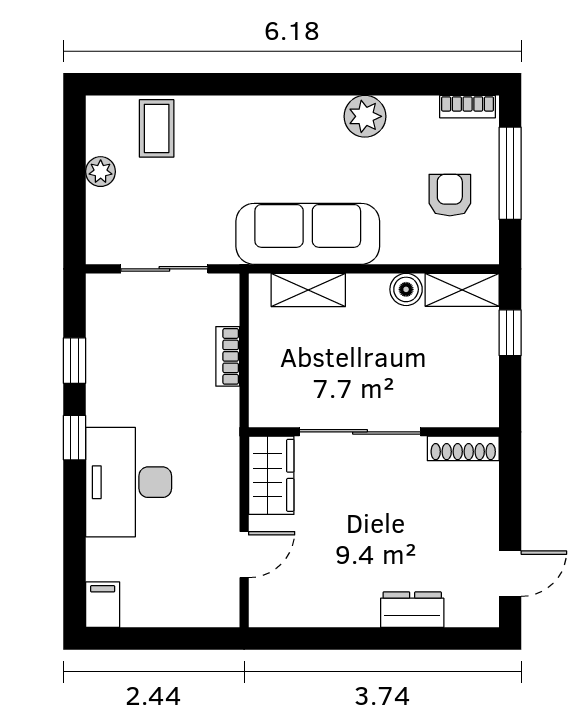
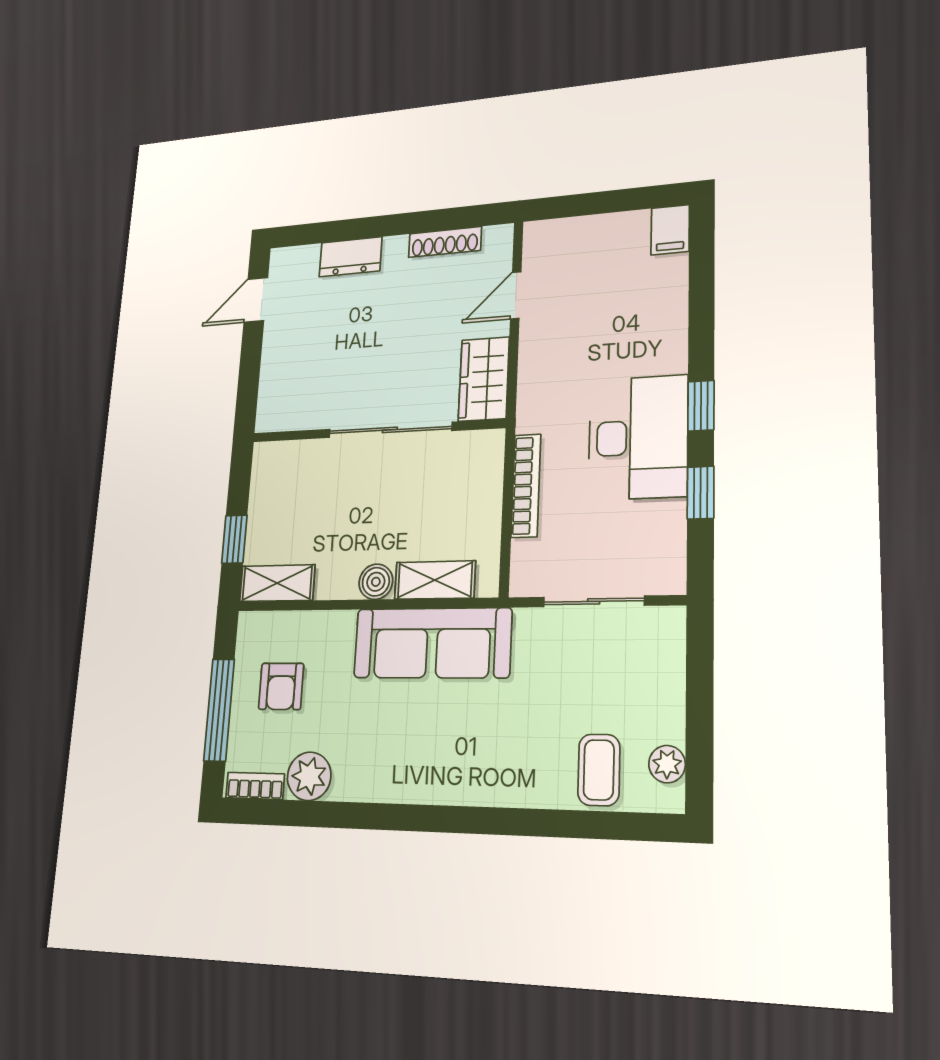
plant: (365, 116) -> (309, 776), moved
plant: (101, 172) -> (667, 764), moved
boiler: (406, 289) -> (376, 582), moved
bookcase: (228, 356) -> (526, 486), width x1.56
shoe rack: (463, 448) -> (445, 242), moved, turned 180
desk: (129, 482) -> (638, 437), moved

